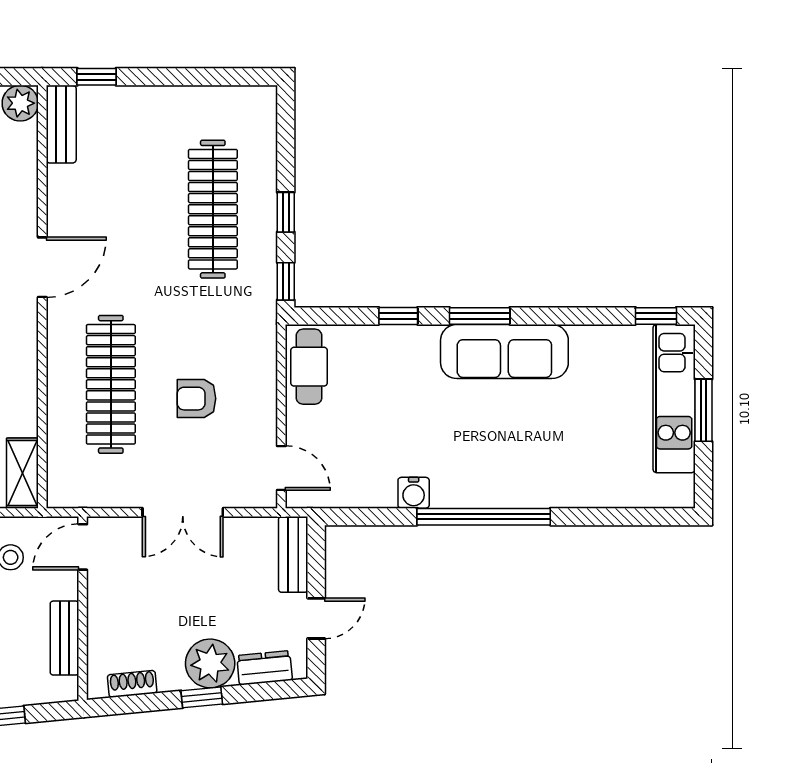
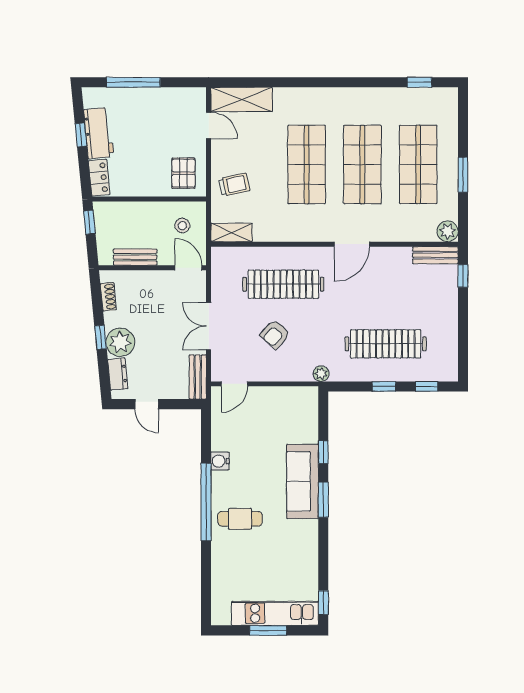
door: (42, 267) -> (352, 244), hinge flipped
window: (286, 281) -> (427, 386), moved
plant: (264, 320) -> (321, 374), added
sofa: (504, 351) -> (303, 481), moved
cafe table: (309, 367) -> (240, 519), moved
armchair: (197, 399) -> (275, 334), turned -138
bench: (293, 554) -> (198, 377), moved, turned 90

